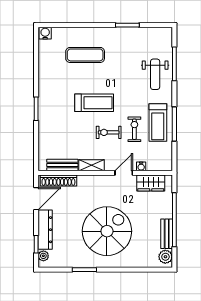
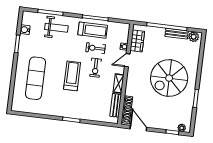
water cooler: (45, 33) -> (25, 30), moved
exercise mat: (85, 55) -> (36, 78), width x1.36, depth x1.45
door: (124, 173) -> (127, 60), hinge flipped
dresser: (45, 230) -> (162, 124), removed
spiral stairs: (107, 231) -> (169, 78), turned -90

